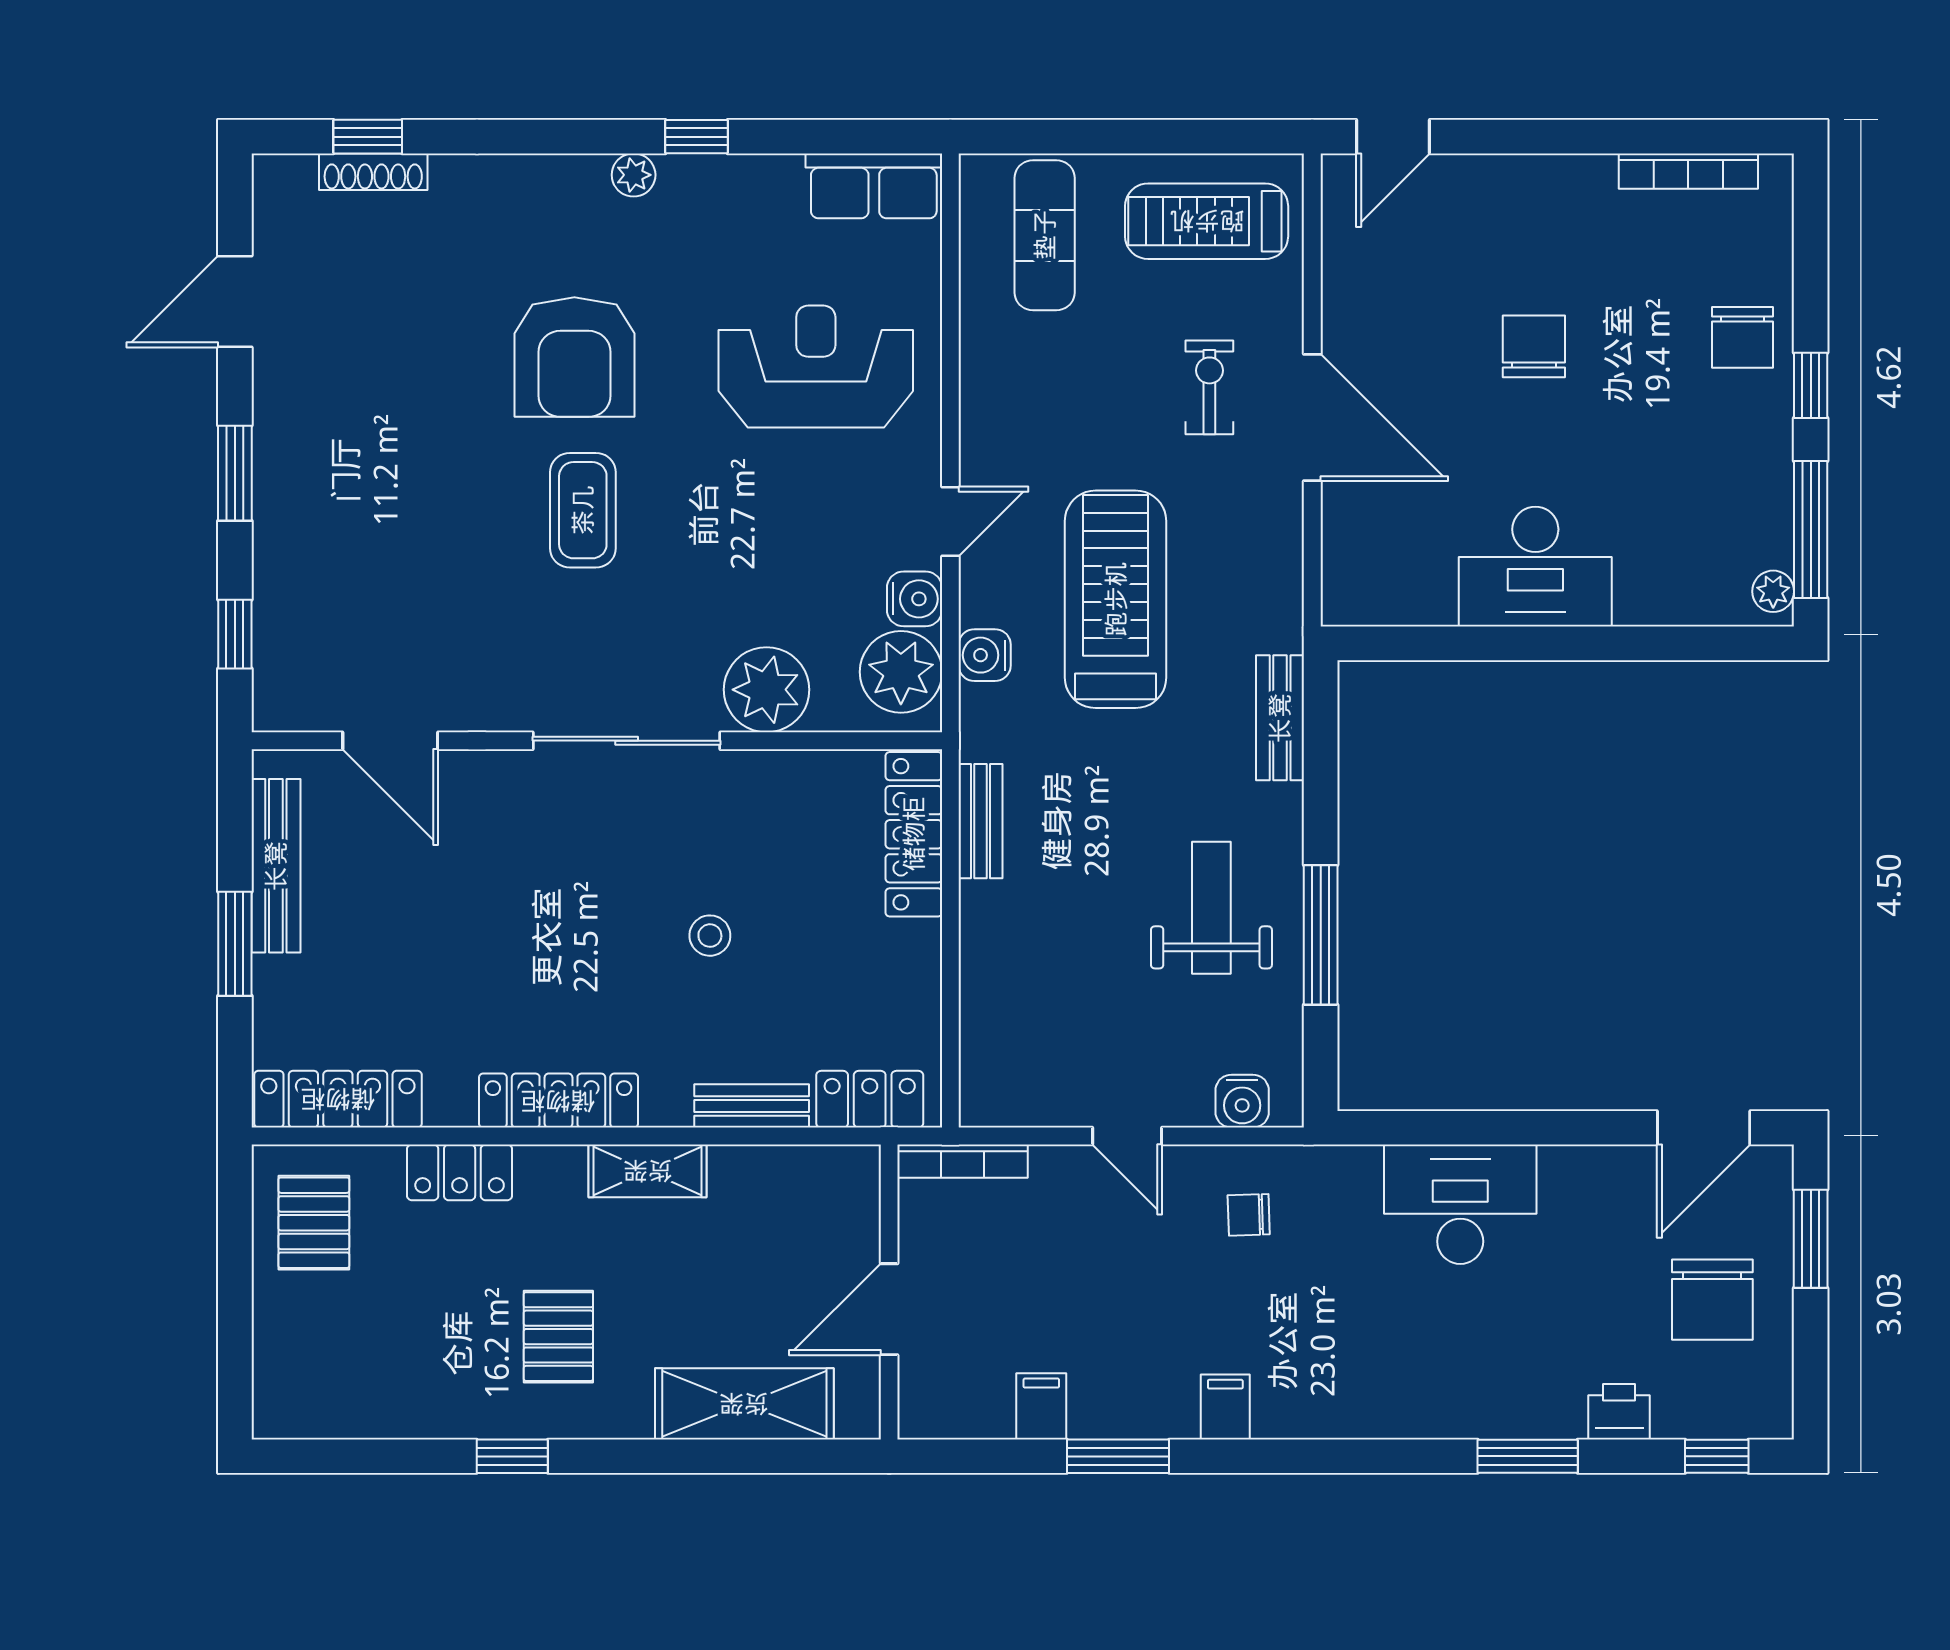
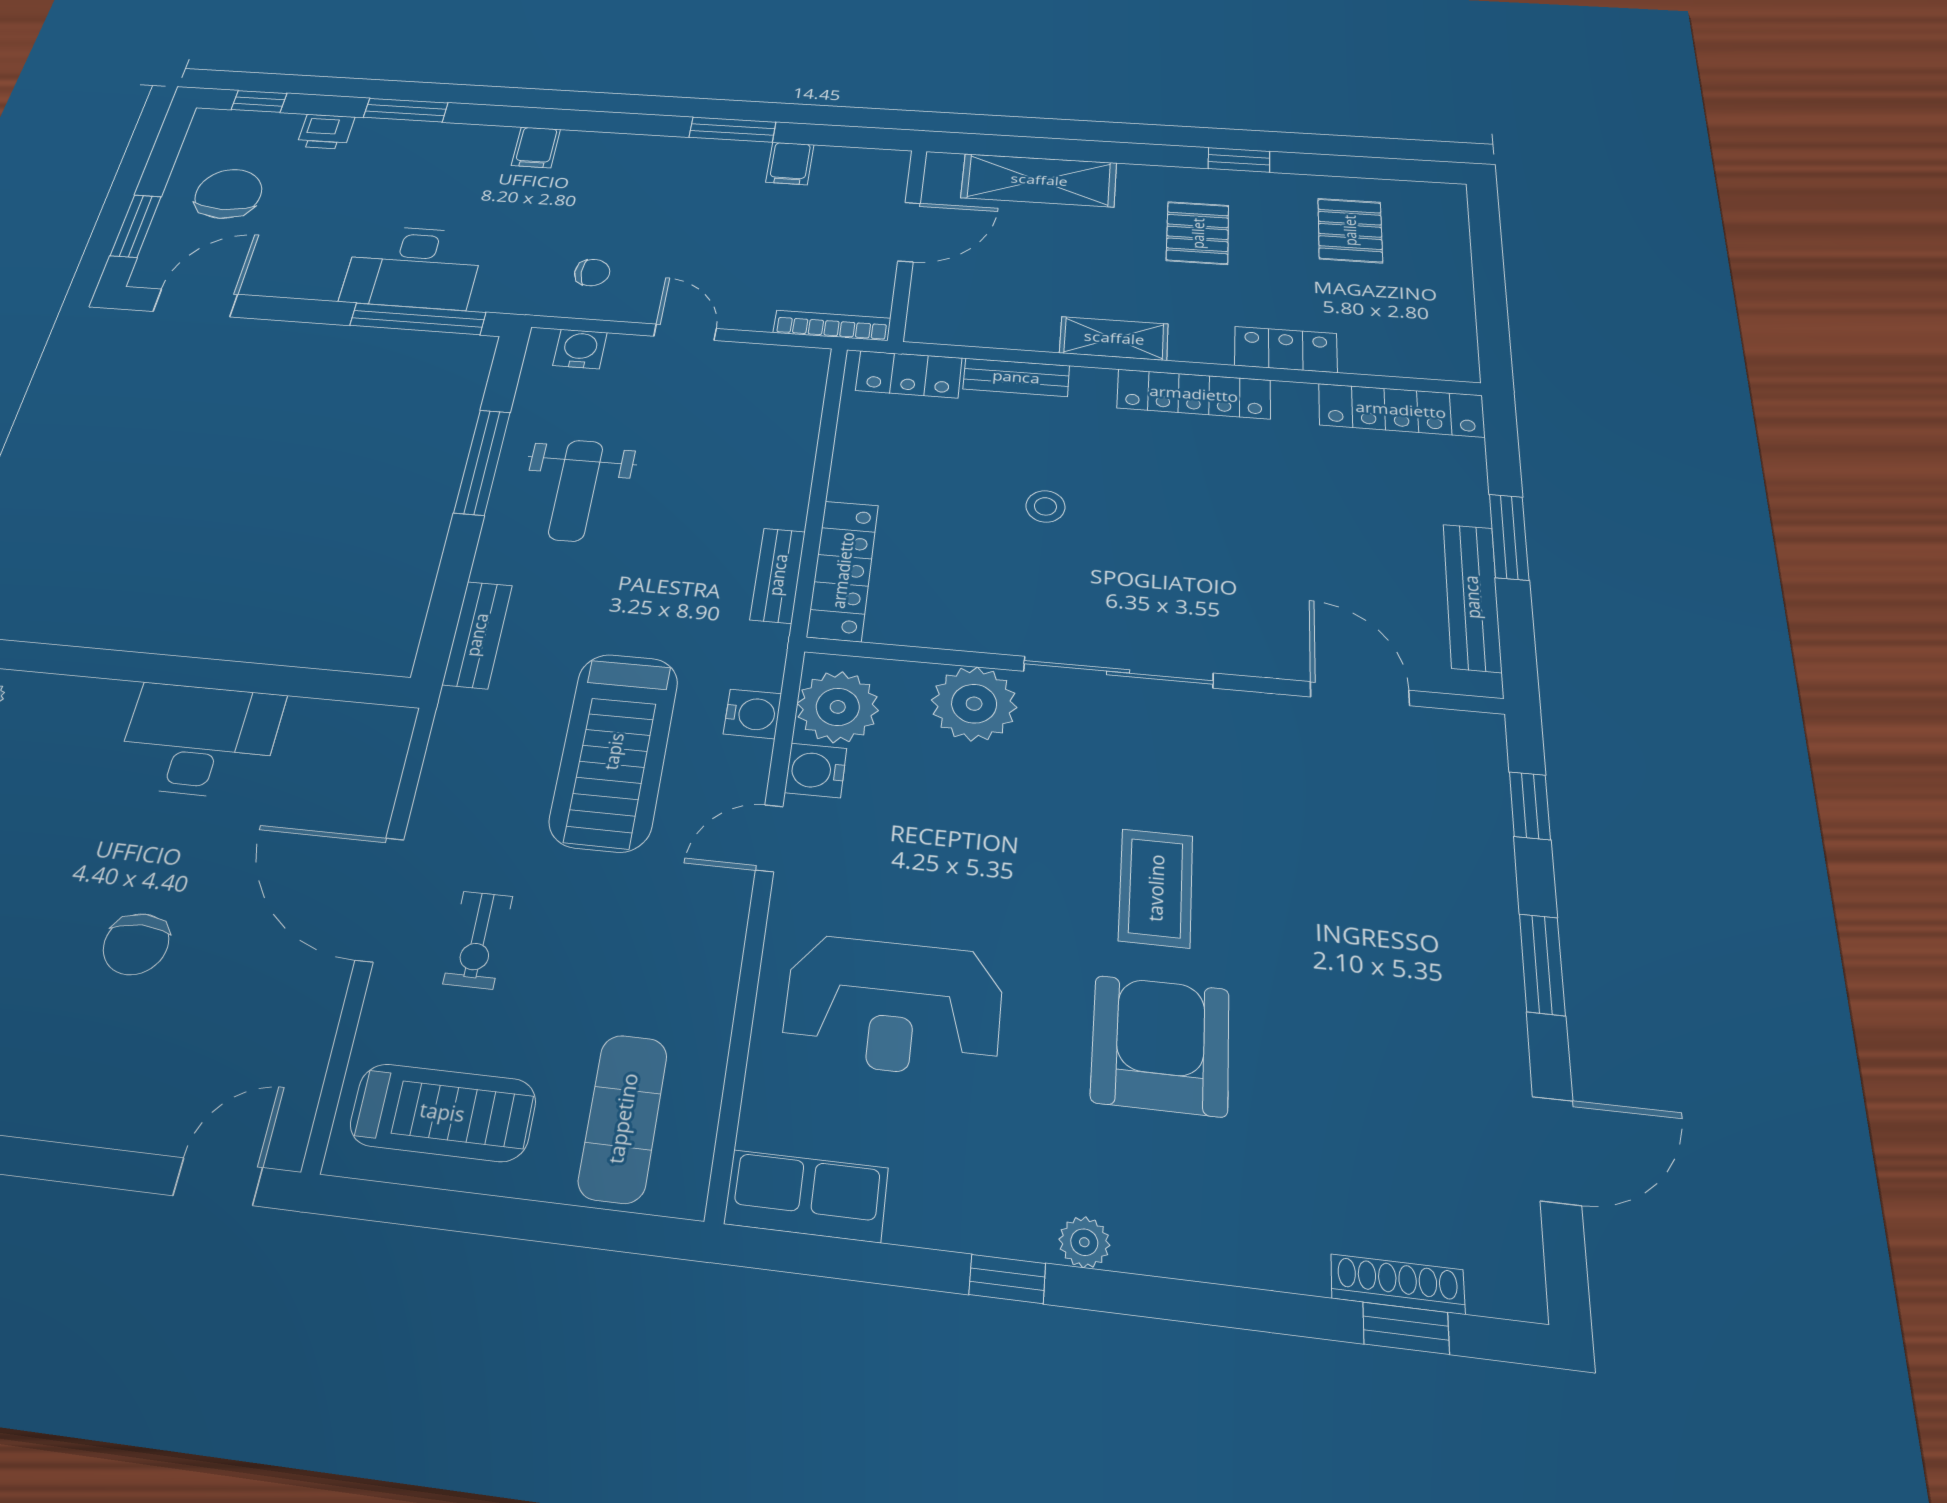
window: (1437, 1128) -> (418, 319), added
pallet: (314, 1223) -> (1350, 230), moved
filing cabinet: (1225, 1407) -> (536, 147), moved

